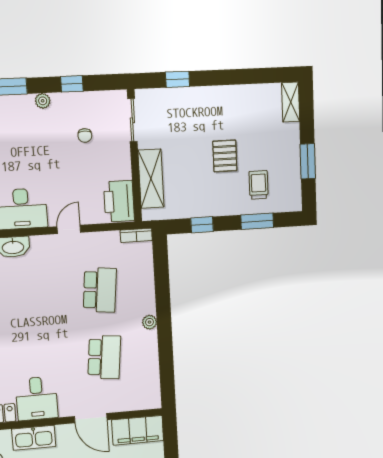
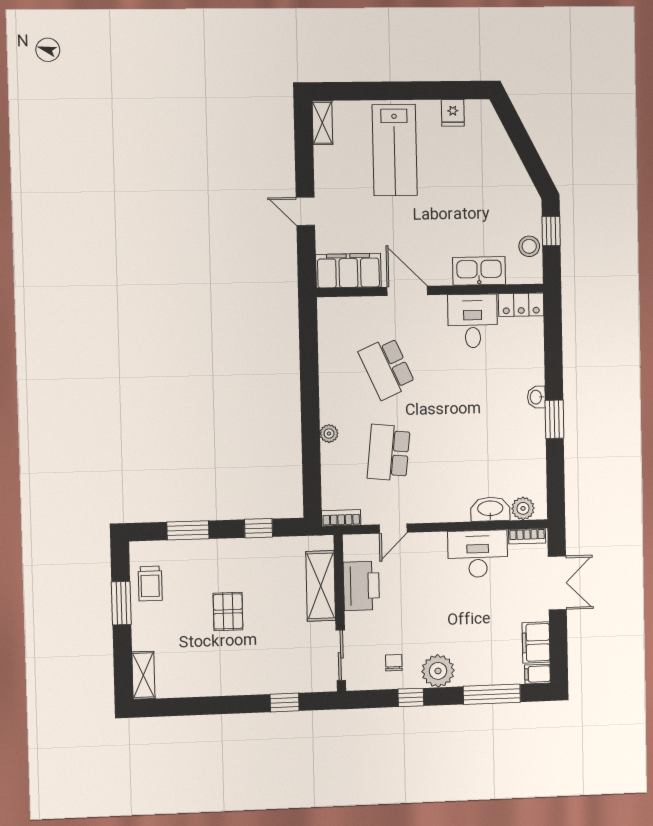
plant: (43, 101) -> (438, 671), width x1.87, depth x1.87
chair: (85, 135) -> (394, 663), moved
trolley: (259, 185) -> (150, 583), moved
printer: (119, 201) -> (361, 586), moved
door: (69, 229) -> (393, 529), moved
plant: (150, 322) -> (329, 434), moved
school desk: (104, 357) -> (387, 368), turned -30

